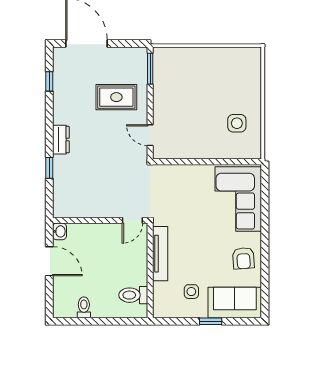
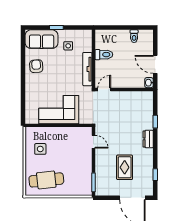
cafe table: (227, 73) -> (46, 180), added
rug: (116, 97) -> (125, 167), moved, turned 90
corner sofa: (238, 199) -> (59, 110), moved, turned -90
toilet: (133, 295) -> (104, 55), moved

